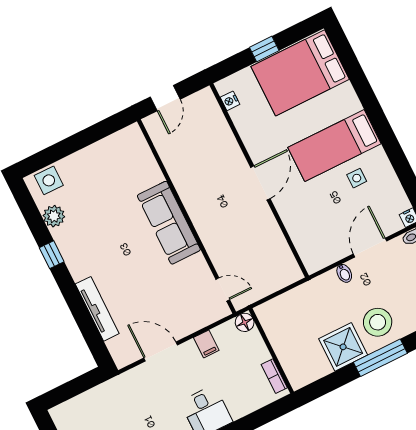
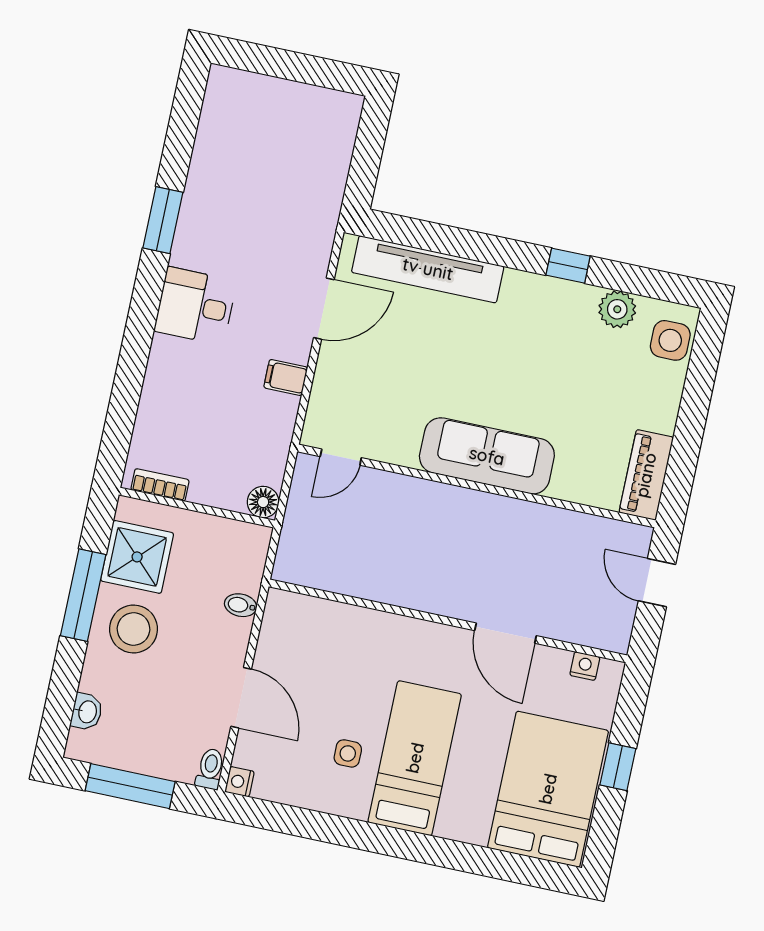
piano: (119, 142) -> (646, 475), added
door: (260, 183) -> (506, 633), moved
bidet: (344, 273) -> (241, 605), moved
tv unit: (97, 309) -> (428, 269), width x1.36, depth x1.29
floor lamp: (245, 322) -> (263, 502), moved
wall: (271, 351) -> (197, 508), moved
bookcase: (274, 376) -> (160, 485), moved

